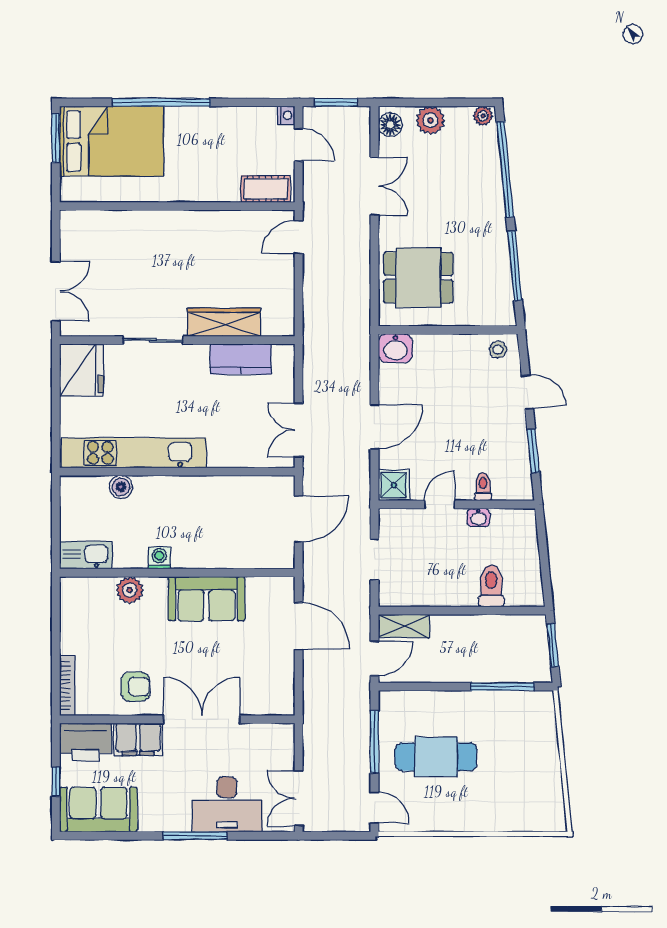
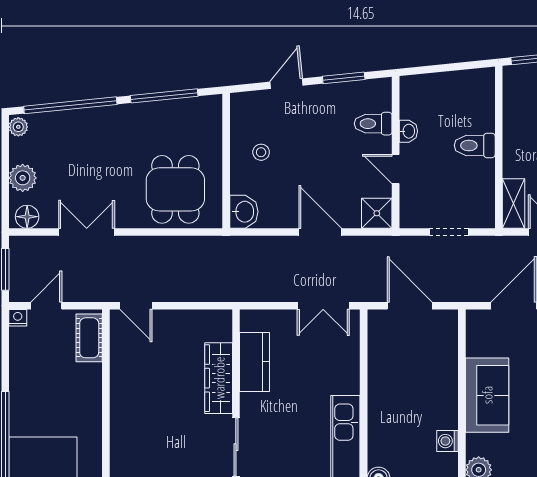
stool: (498, 349) -> (261, 152), moved
toilet: (483, 487) -> (373, 124), width x1.37, depth x1.39
toilet: (491, 586) -> (475, 145), moved

